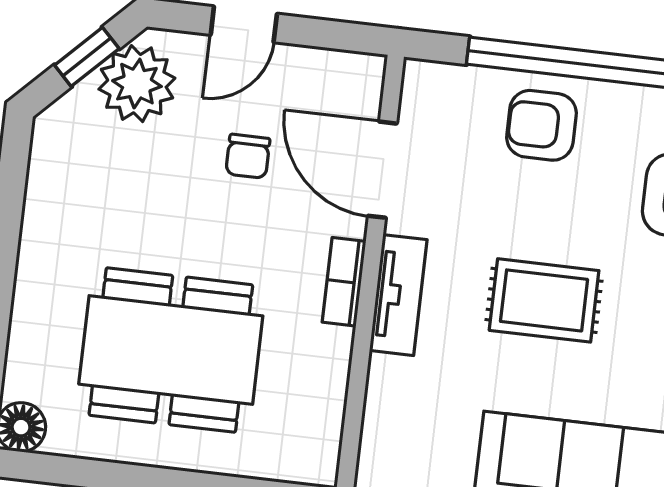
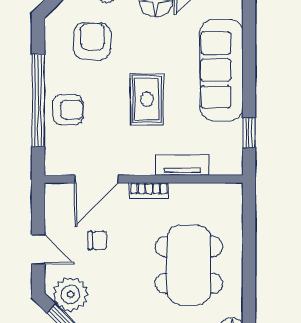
armchair: (541, 125) -> (68, 110), turned -90
tv unit: (398, 295) -> (182, 165), moved

